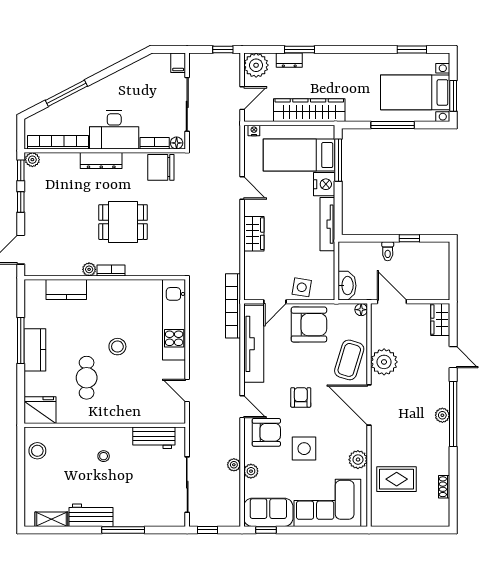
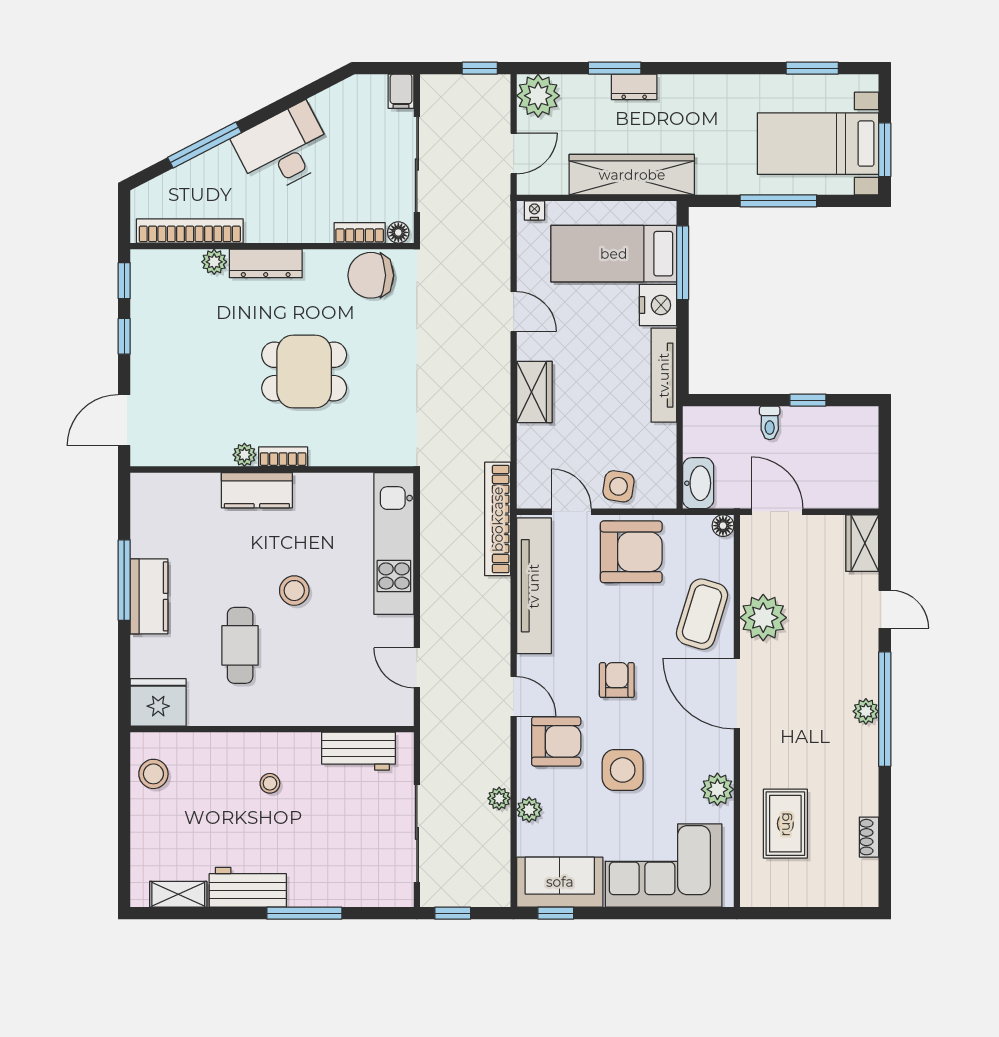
dresser: (289, 60) -> (634, 87), moved
desk: (114, 130) -> (283, 149), moved, turned 153
plant: (32, 160) -> (214, 262), moved
kitchen counter: (66, 290) -> (257, 490), moved
door: (275, 302) -> (571, 512), swing flipped
rug: (397, 479) -> (785, 824), turned 90

